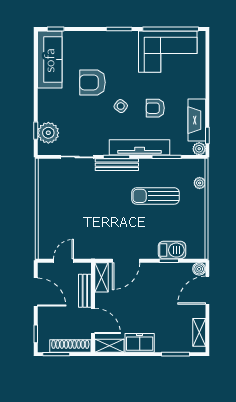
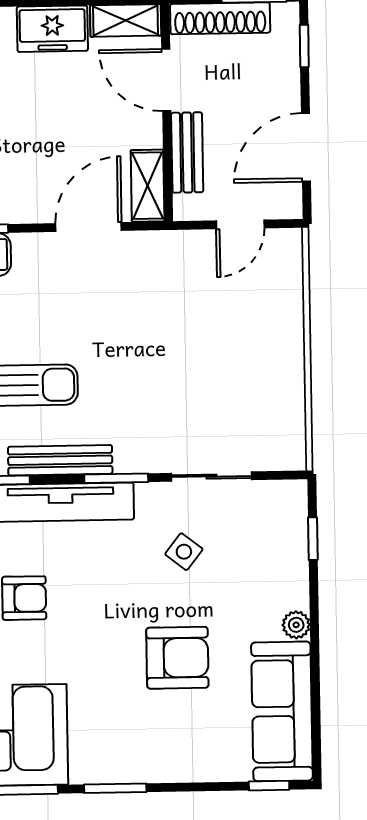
side table: (121, 106) -> (184, 552), moved
plant: (48, 133) -> (296, 625), moved, width x0.53, depth x0.53
bench: (117, 165) -> (60, 460), moved
door: (36, 292) -> (306, 147), hinge flipped

